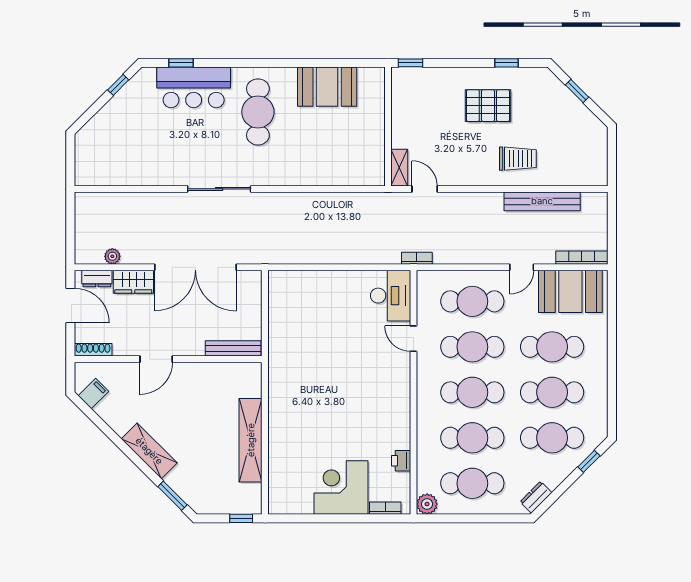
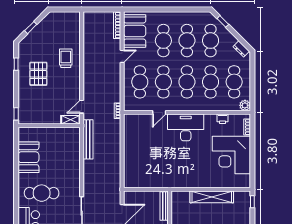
bench: (542, 201) -> (88, 139), moved
door: (522, 267) -> (122, 56), hinge flipped
desk: (391, 296) -> (186, 127), moved, width x1.36, depth x1.30
corner desk: (341, 488) -> (231, 155), width x1.36, depth x1.36

